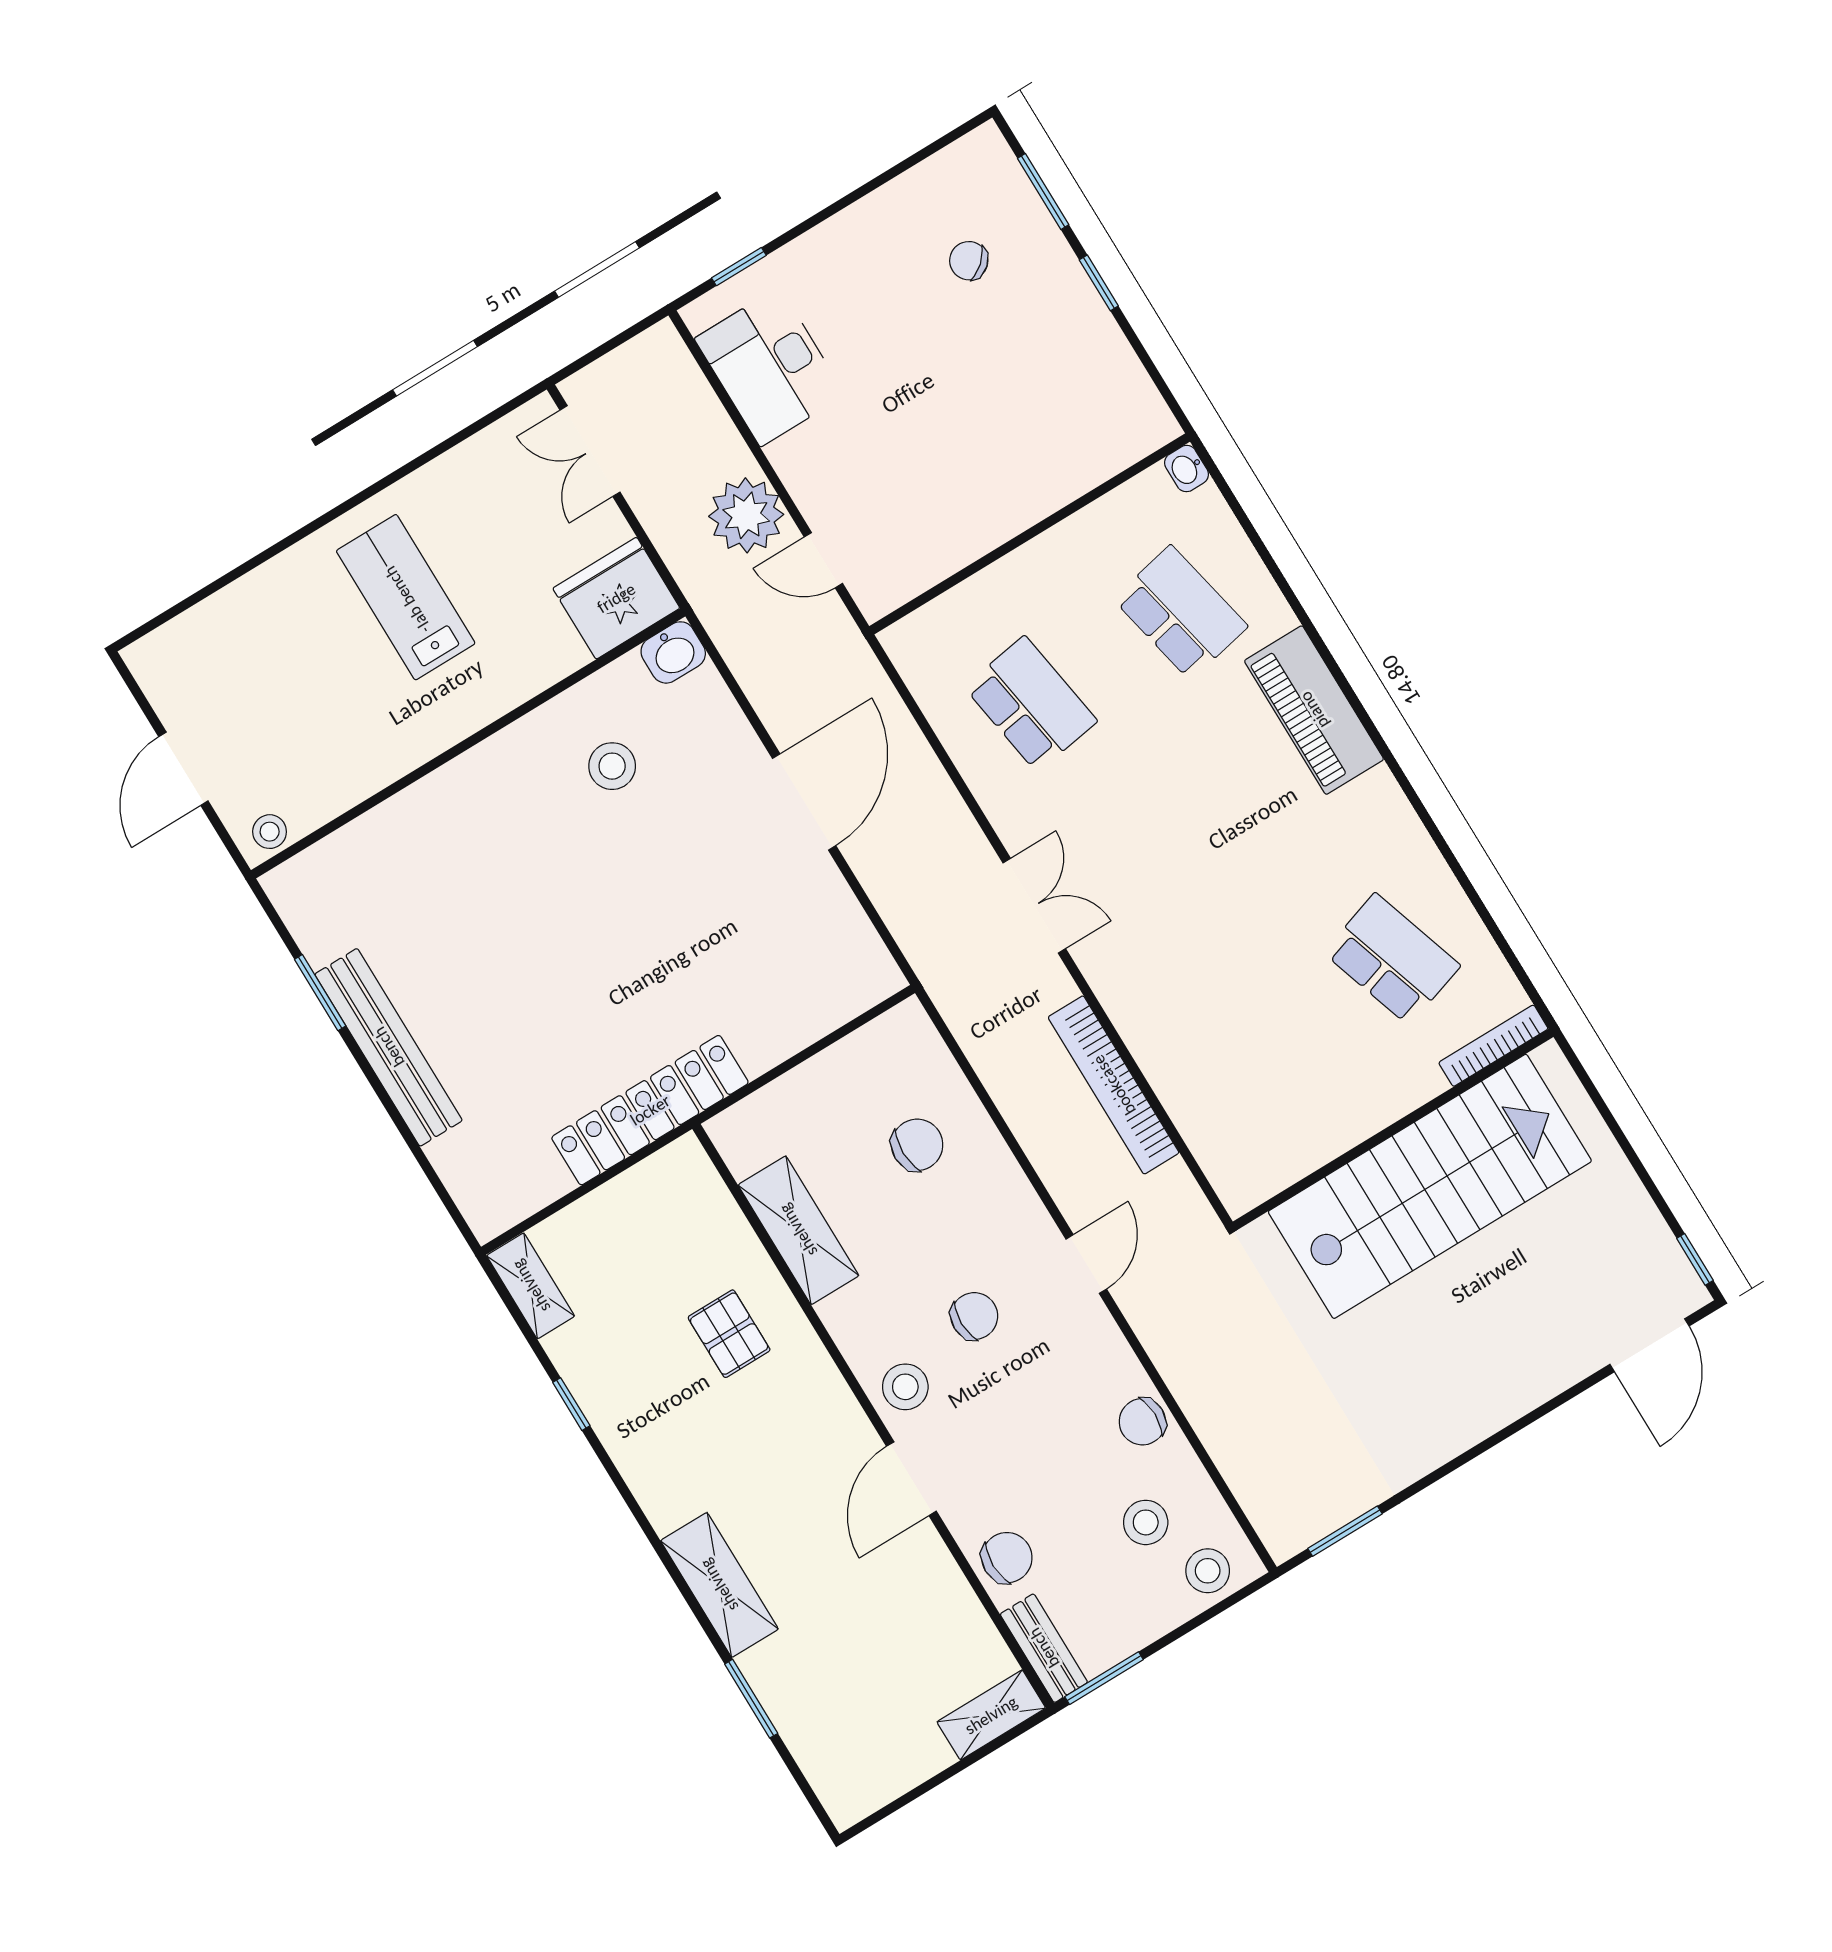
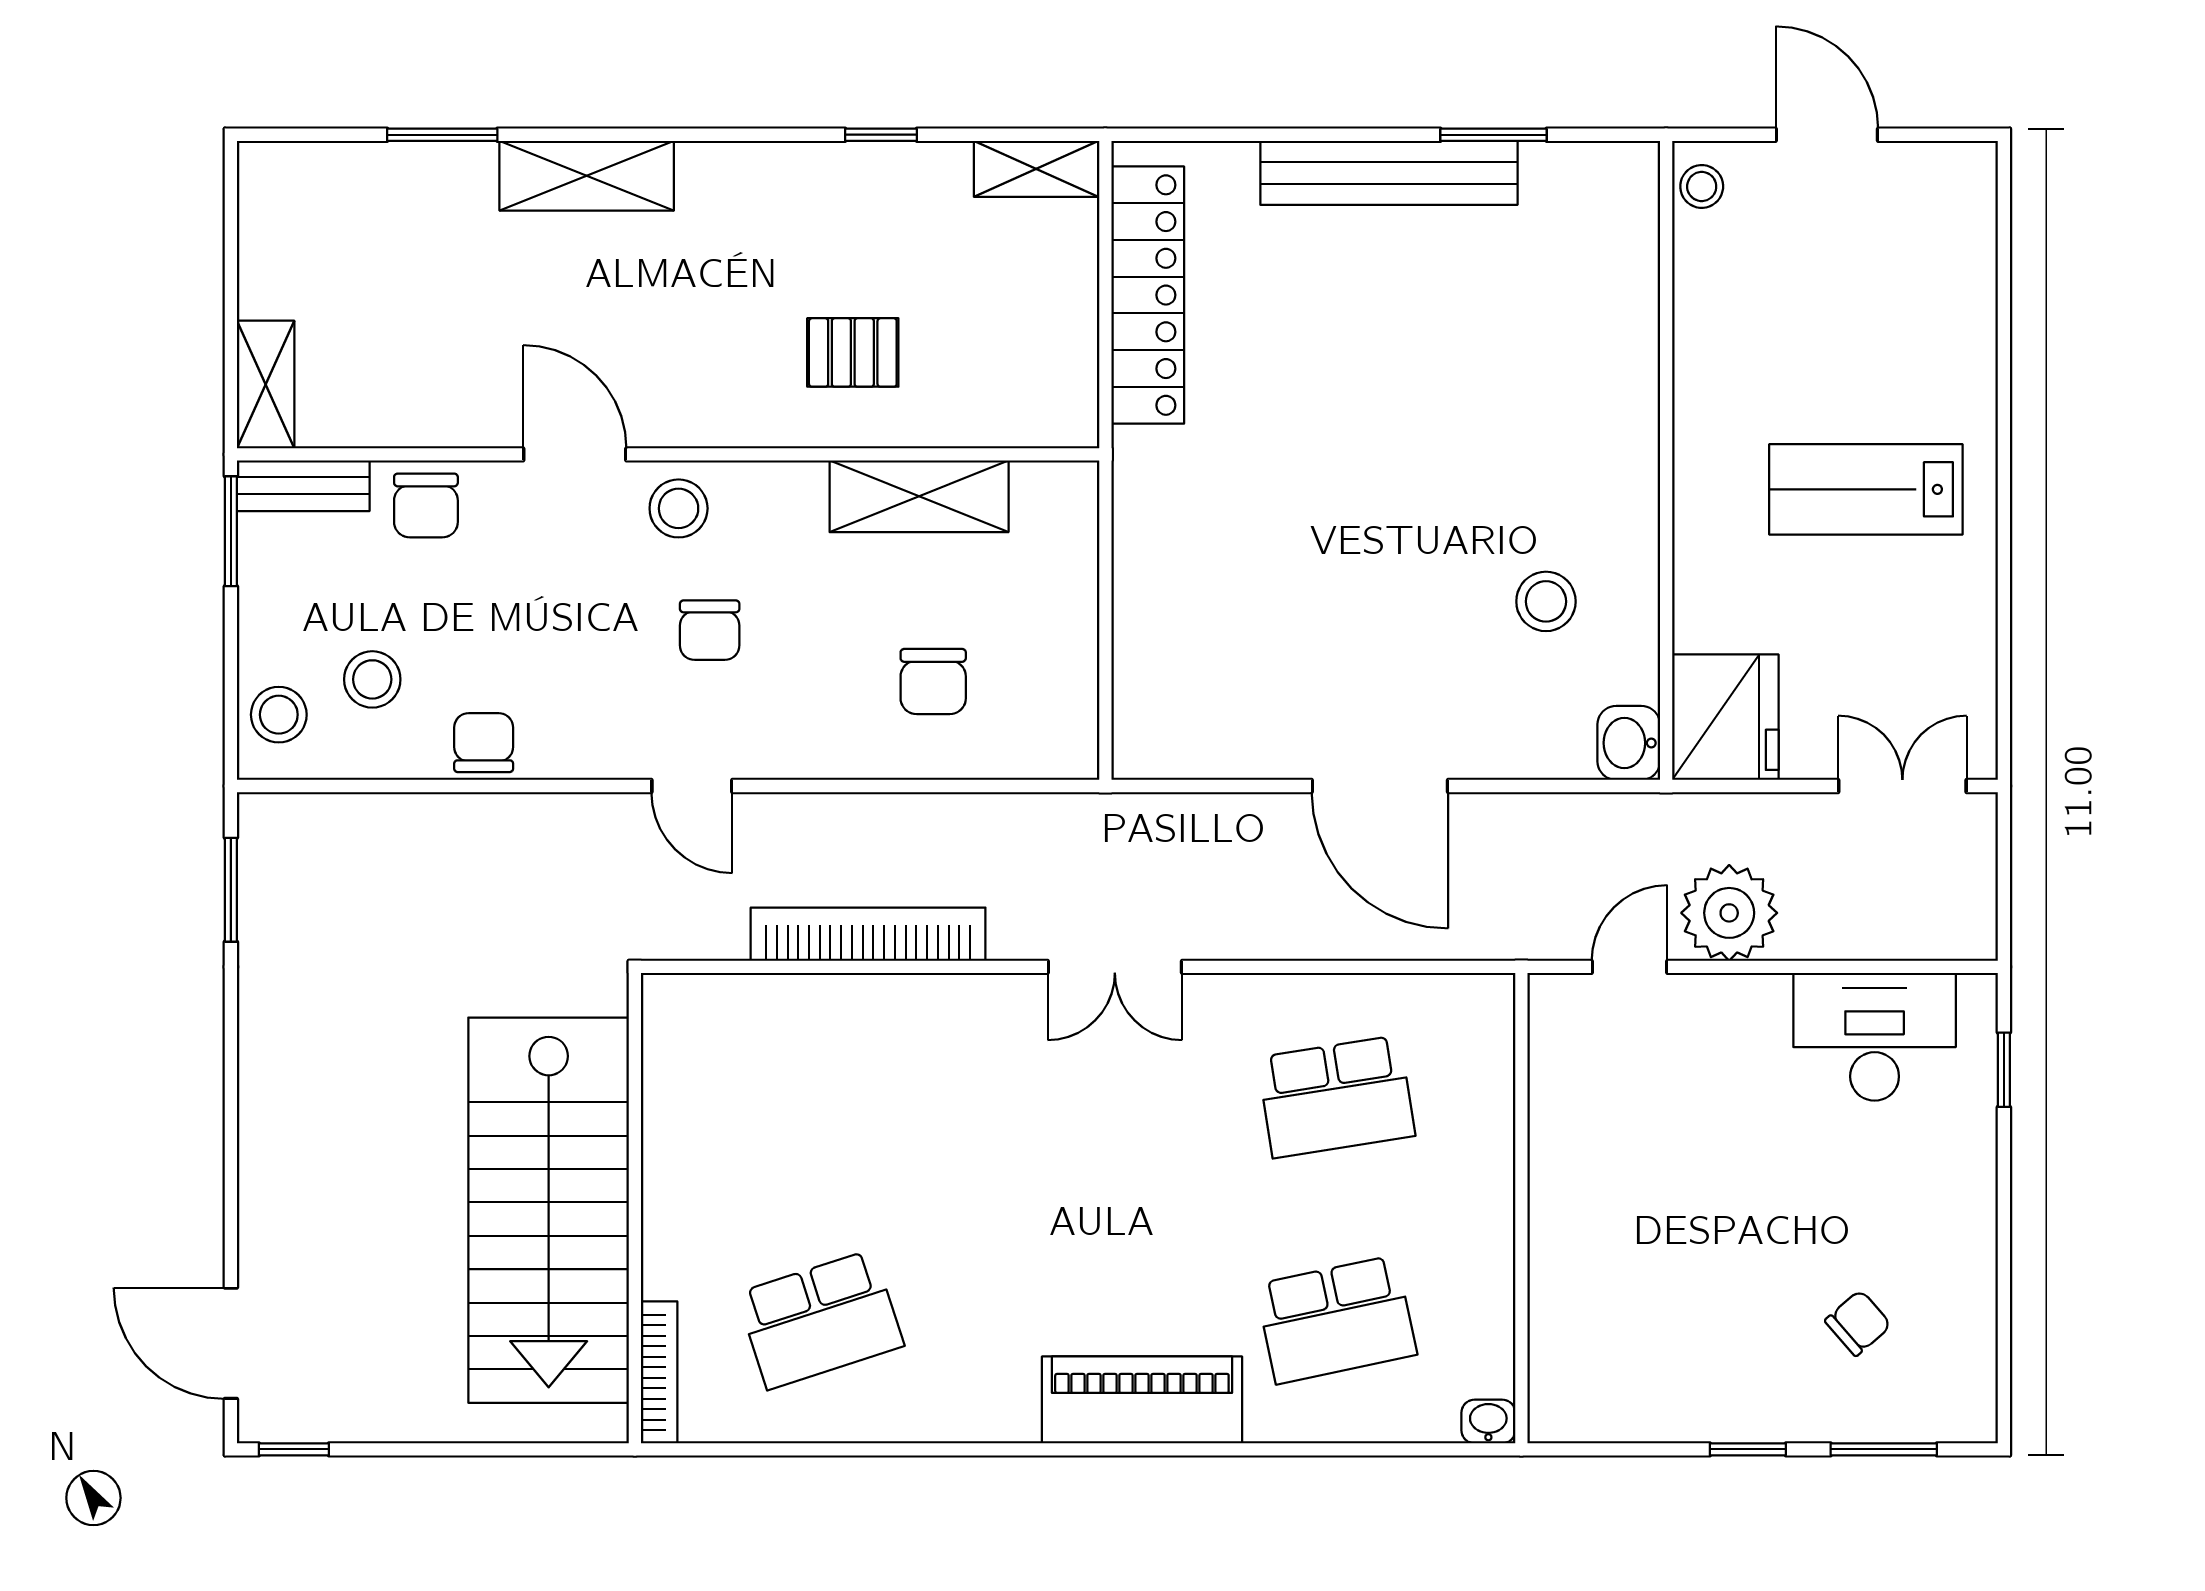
lab bench: (406, 597) -> (1866, 489), turned 180
locker: (650, 1110) -> (1148, 295), moved

